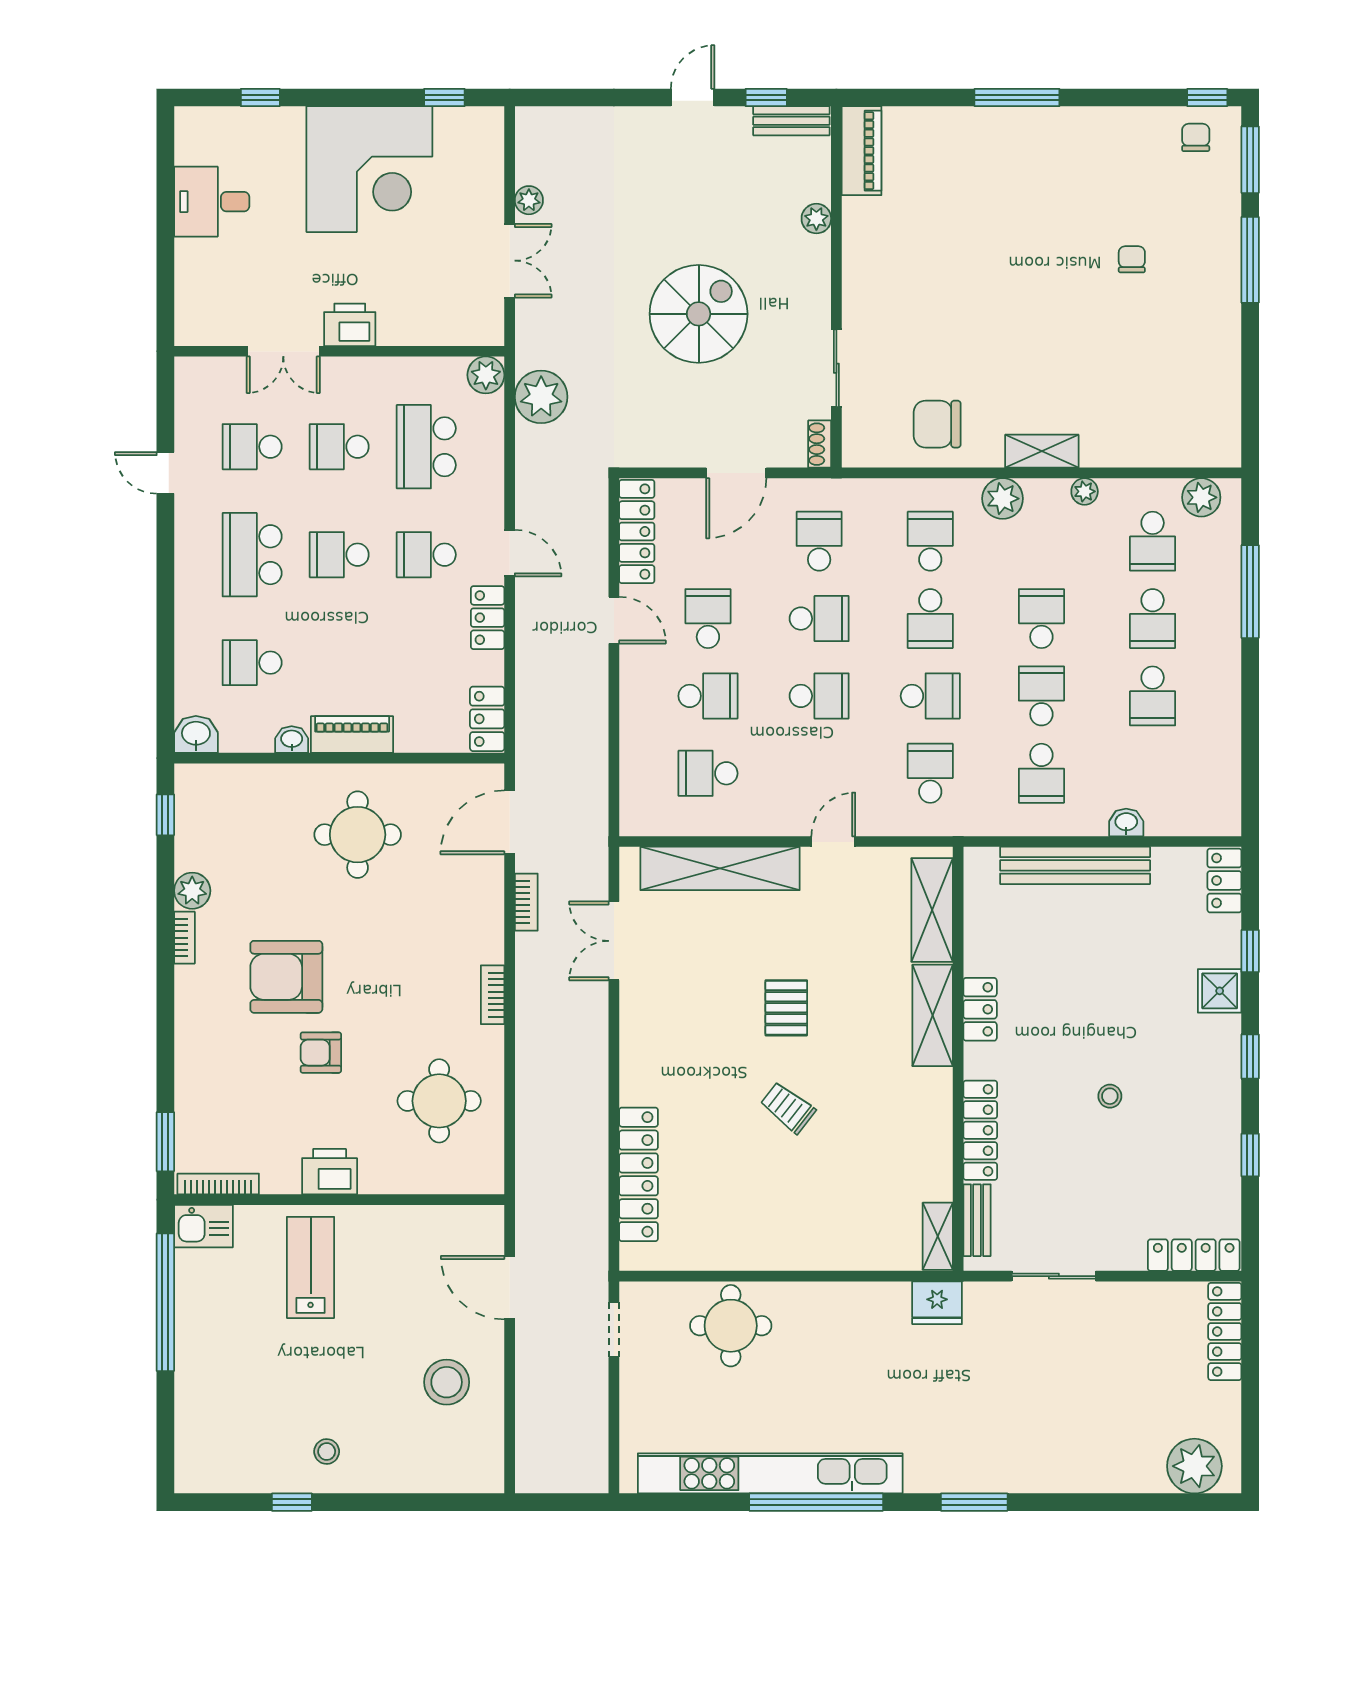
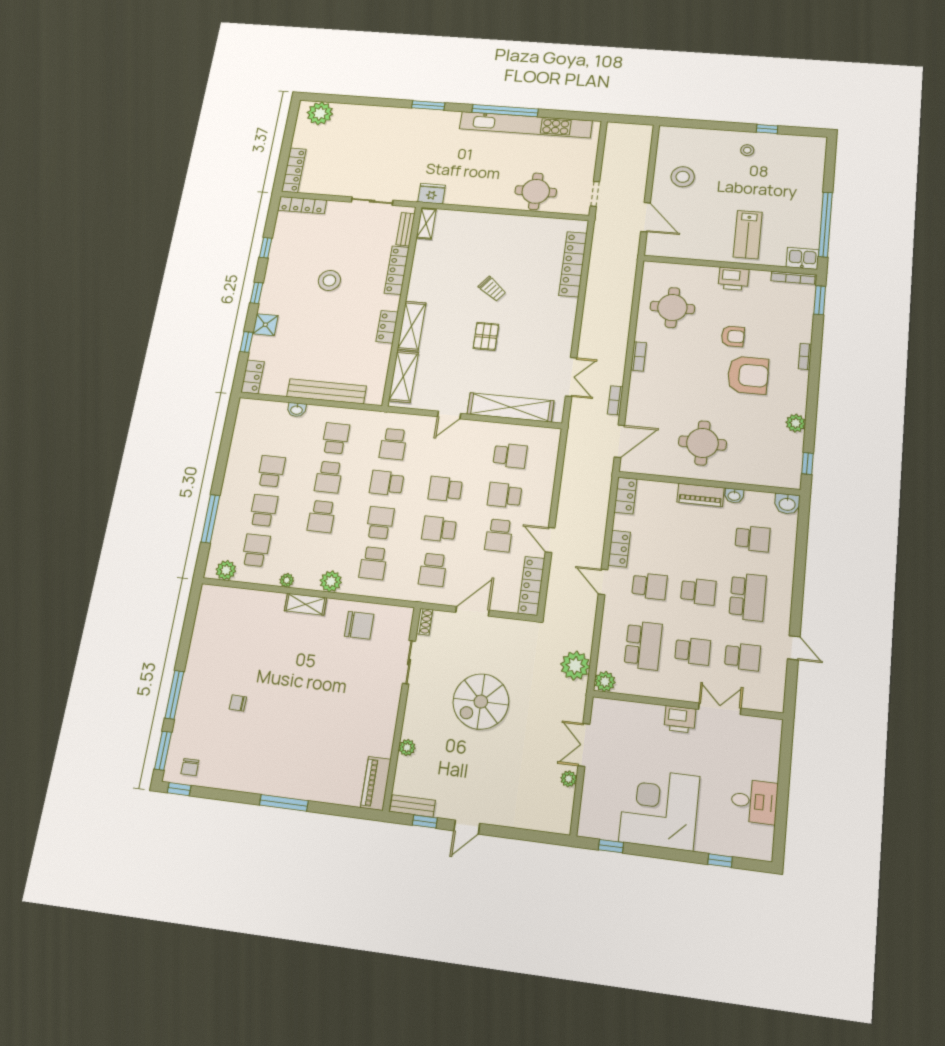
chair: (1132, 259) -> (238, 703), turned 92
bookcase: (184, 938) -> (805, 357), moved
stool: (1110, 1096) -> (329, 280), width x1.89, depth x1.89

